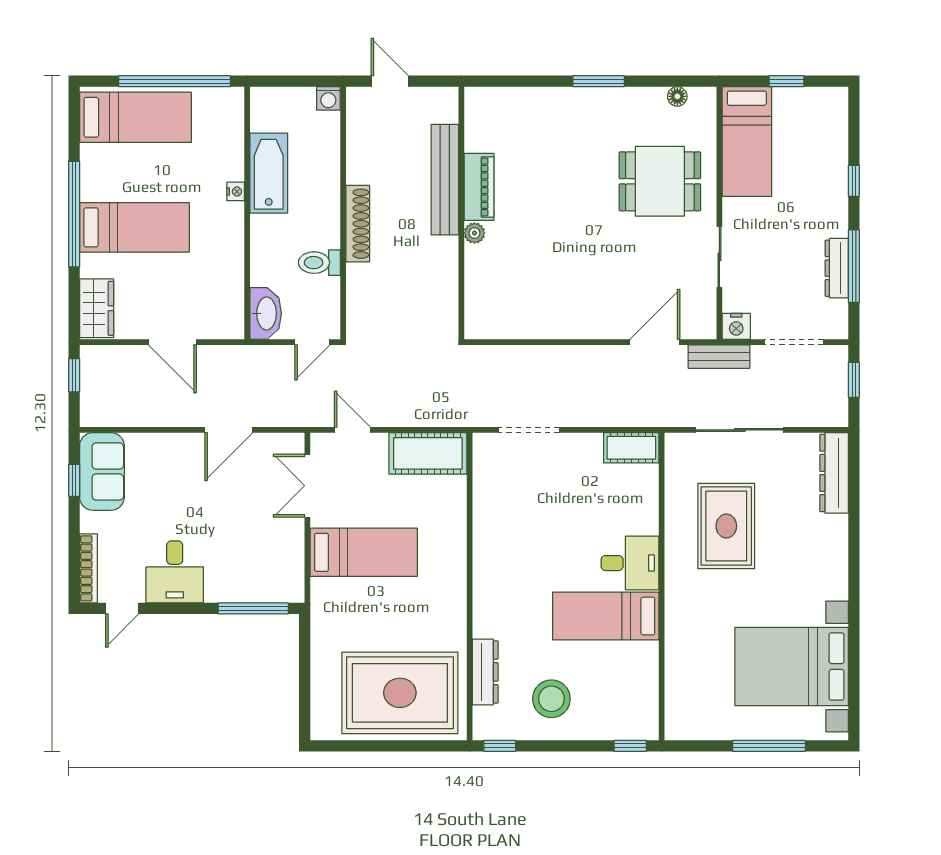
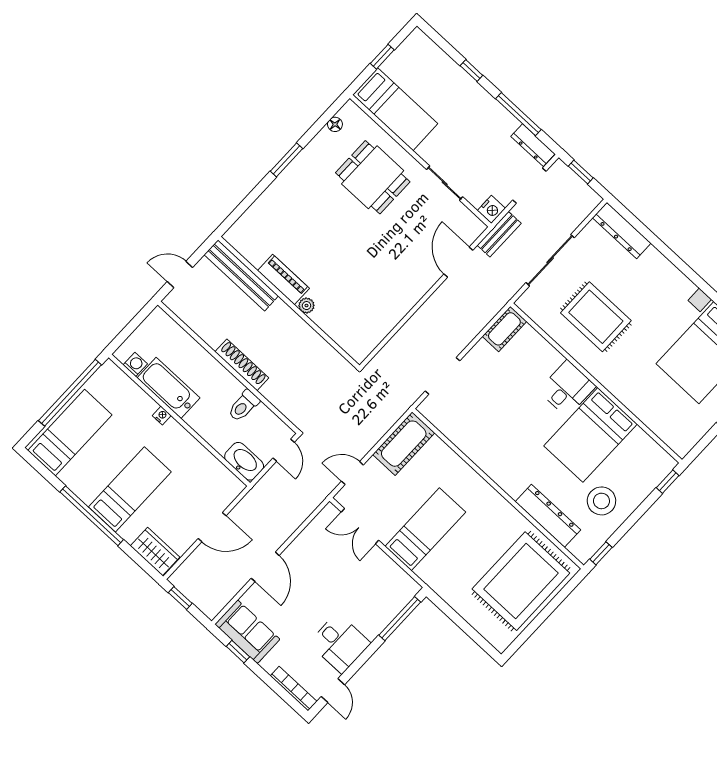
washing machine: (328, 98) -> (135, 364), moved, turned -90
bench: (445, 180) -> (241, 275), moved
dining table: (660, 181) -> (373, 177), turned 90
dresser: (837, 268) -> (533, 145), moved
door: (229, 430) -> (265, 567), moved
bed: (606, 616) -> (590, 435), width x1.50
dresser: (485, 672) -> (548, 516), width x1.37, depth x1.24

